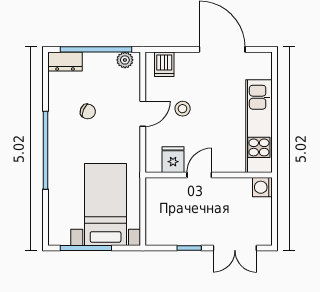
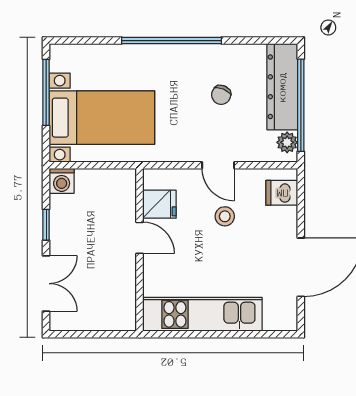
dresser: (65, 61) -> (282, 87), width x1.96, depth x1.24
washing machine: (262, 187) -> (62, 181), moved, turned 180
double door: (235, 248) -> (46, 284), swing flipped

